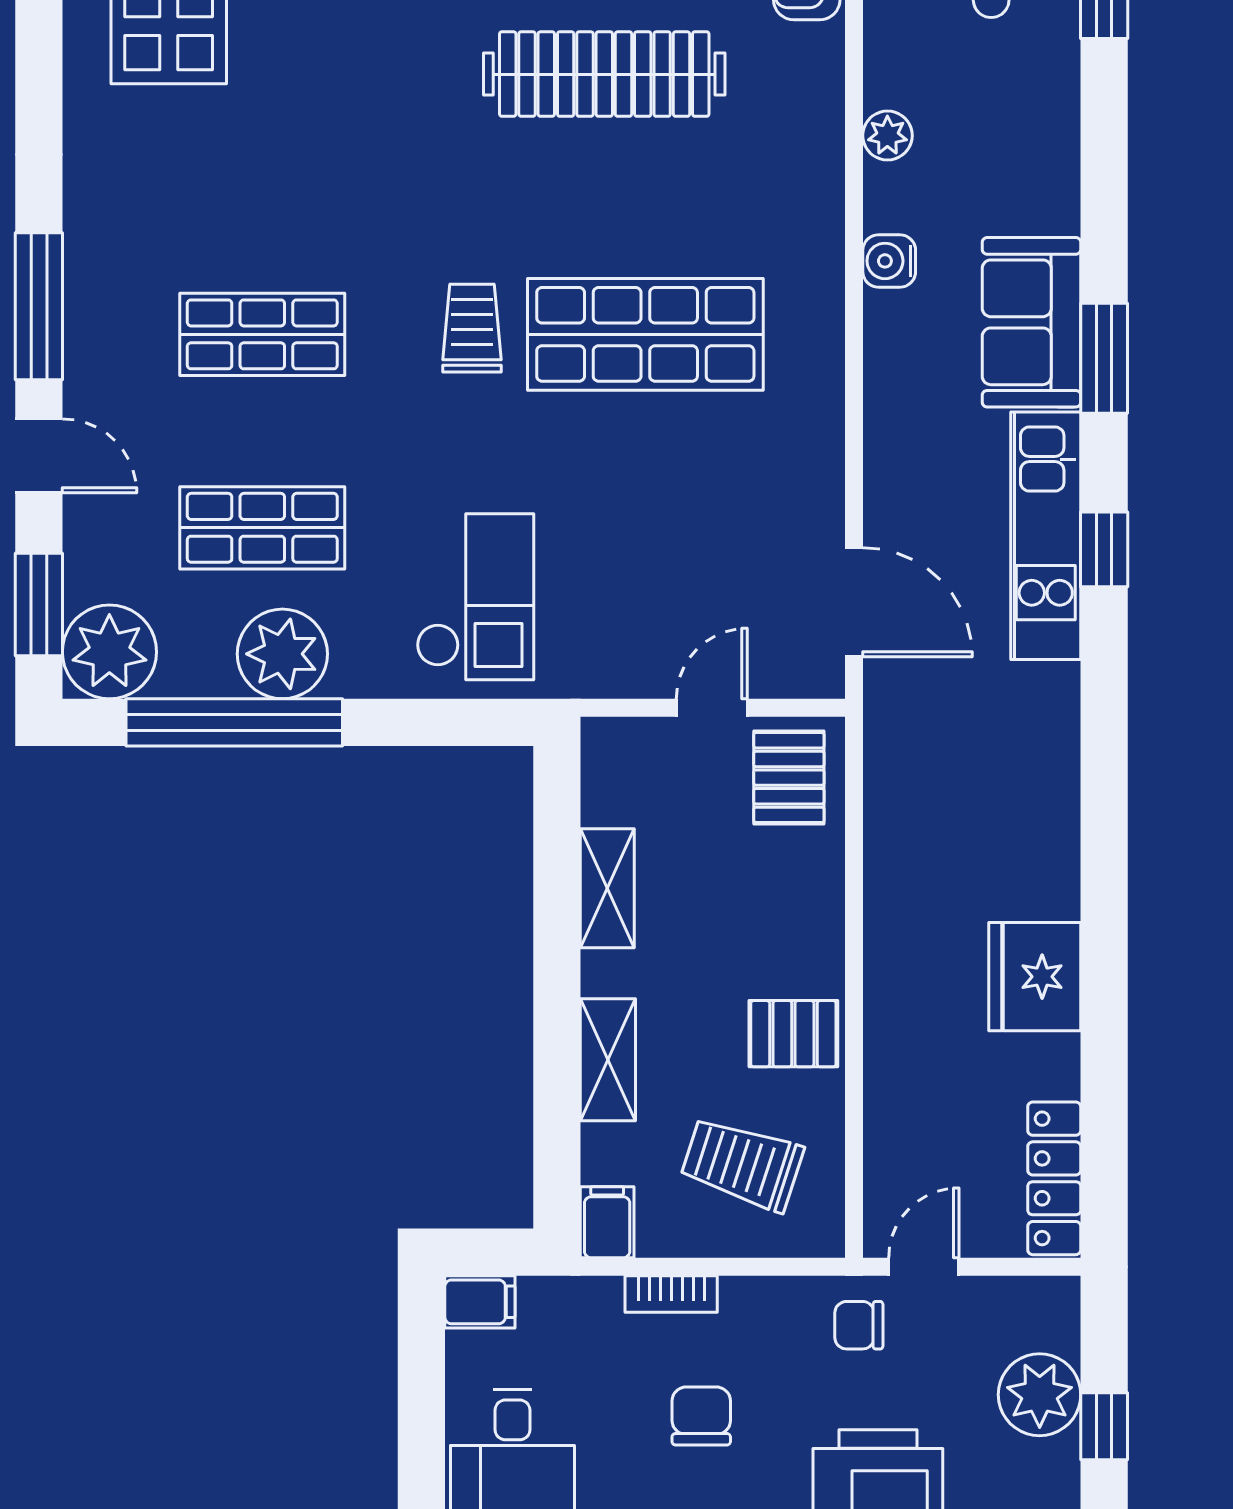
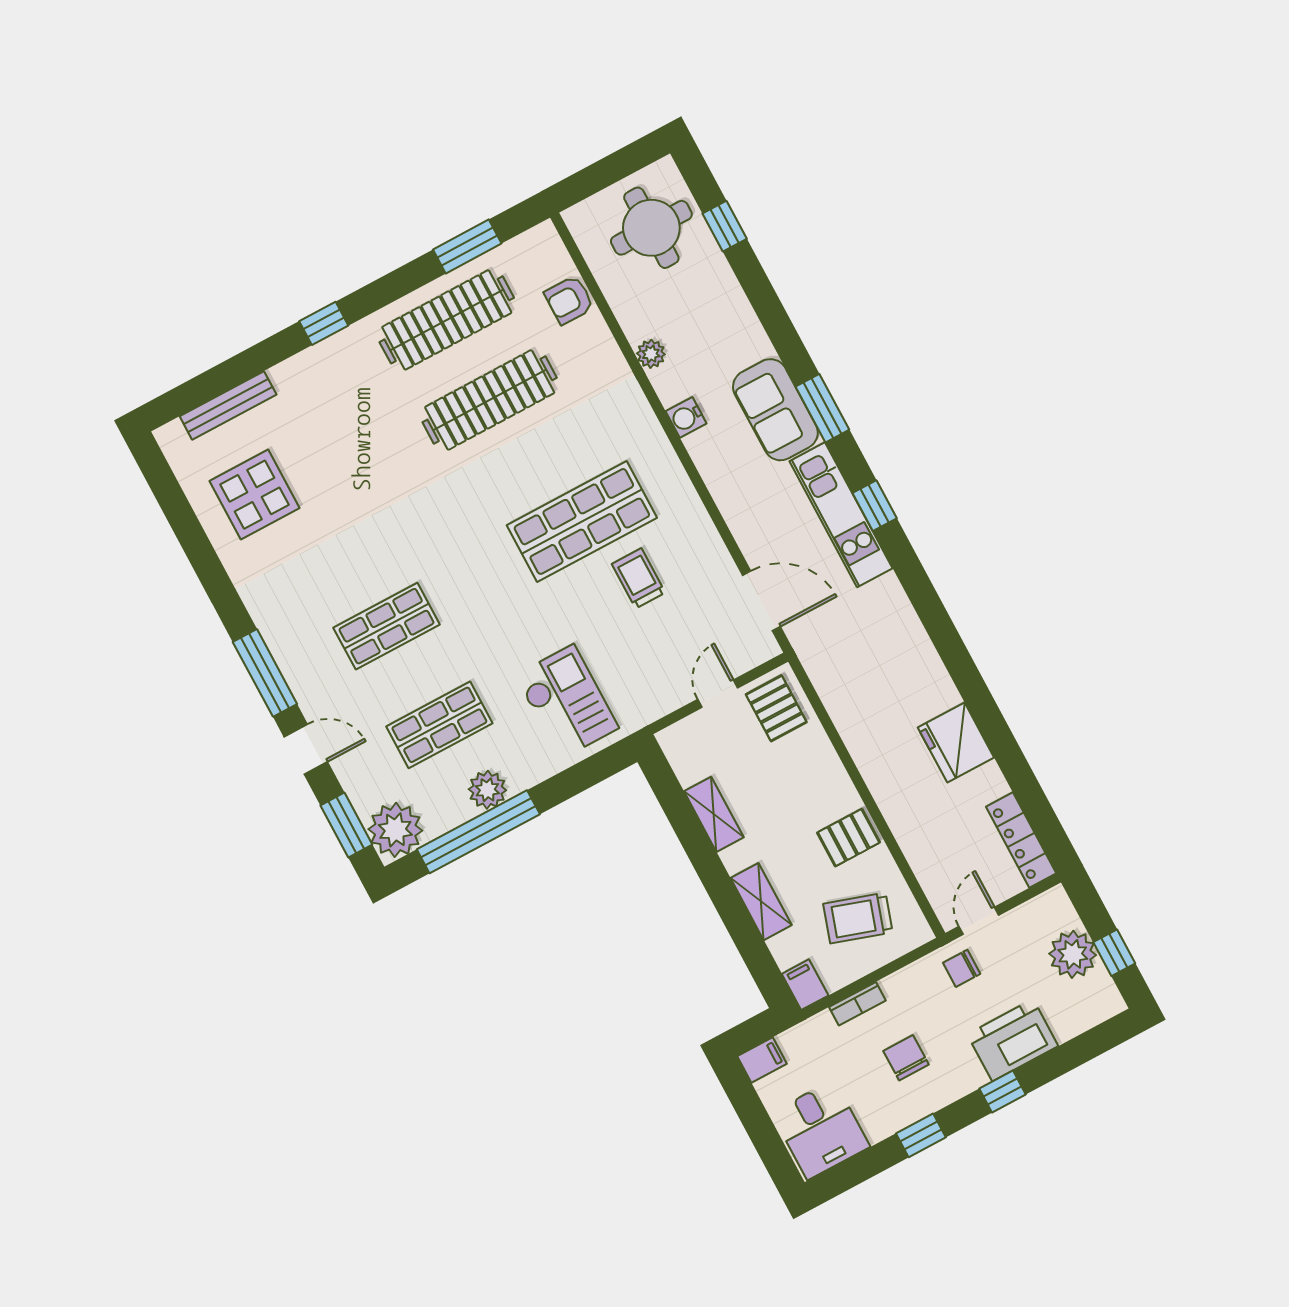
trolley: (472, 328) -> (639, 578), moved
plant: (282, 654) -> (487, 790), width x0.73, depth x0.73

